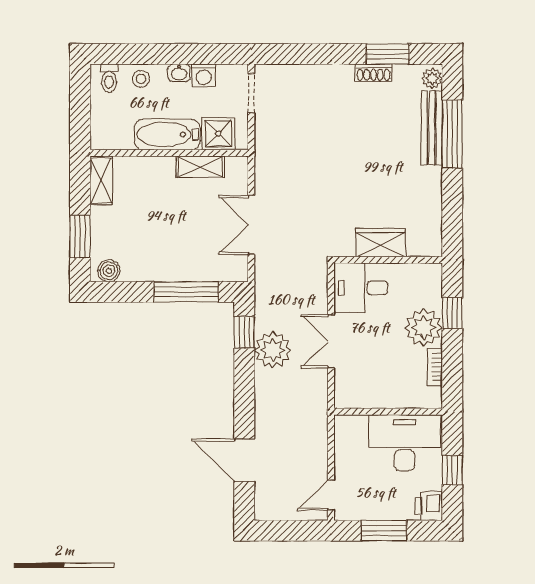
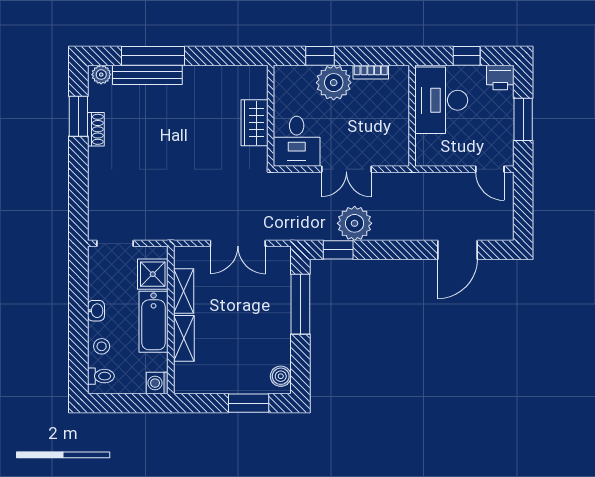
washing machine: (204, 75) -> (157, 383), moved, turned 180
shelving: (101, 181) -> (184, 338), moved, turned 90

